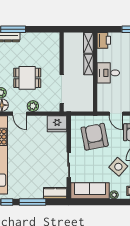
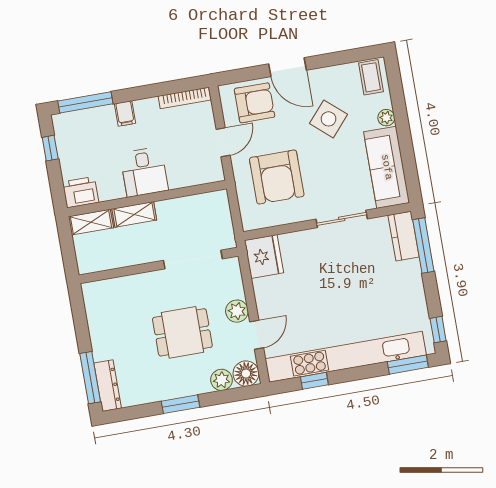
dining table: (27, 78) -> (182, 332), turned 90
armchair: (95, 137) -> (277, 177), turned -79
window: (32, 202) -> (423, 246), moved

